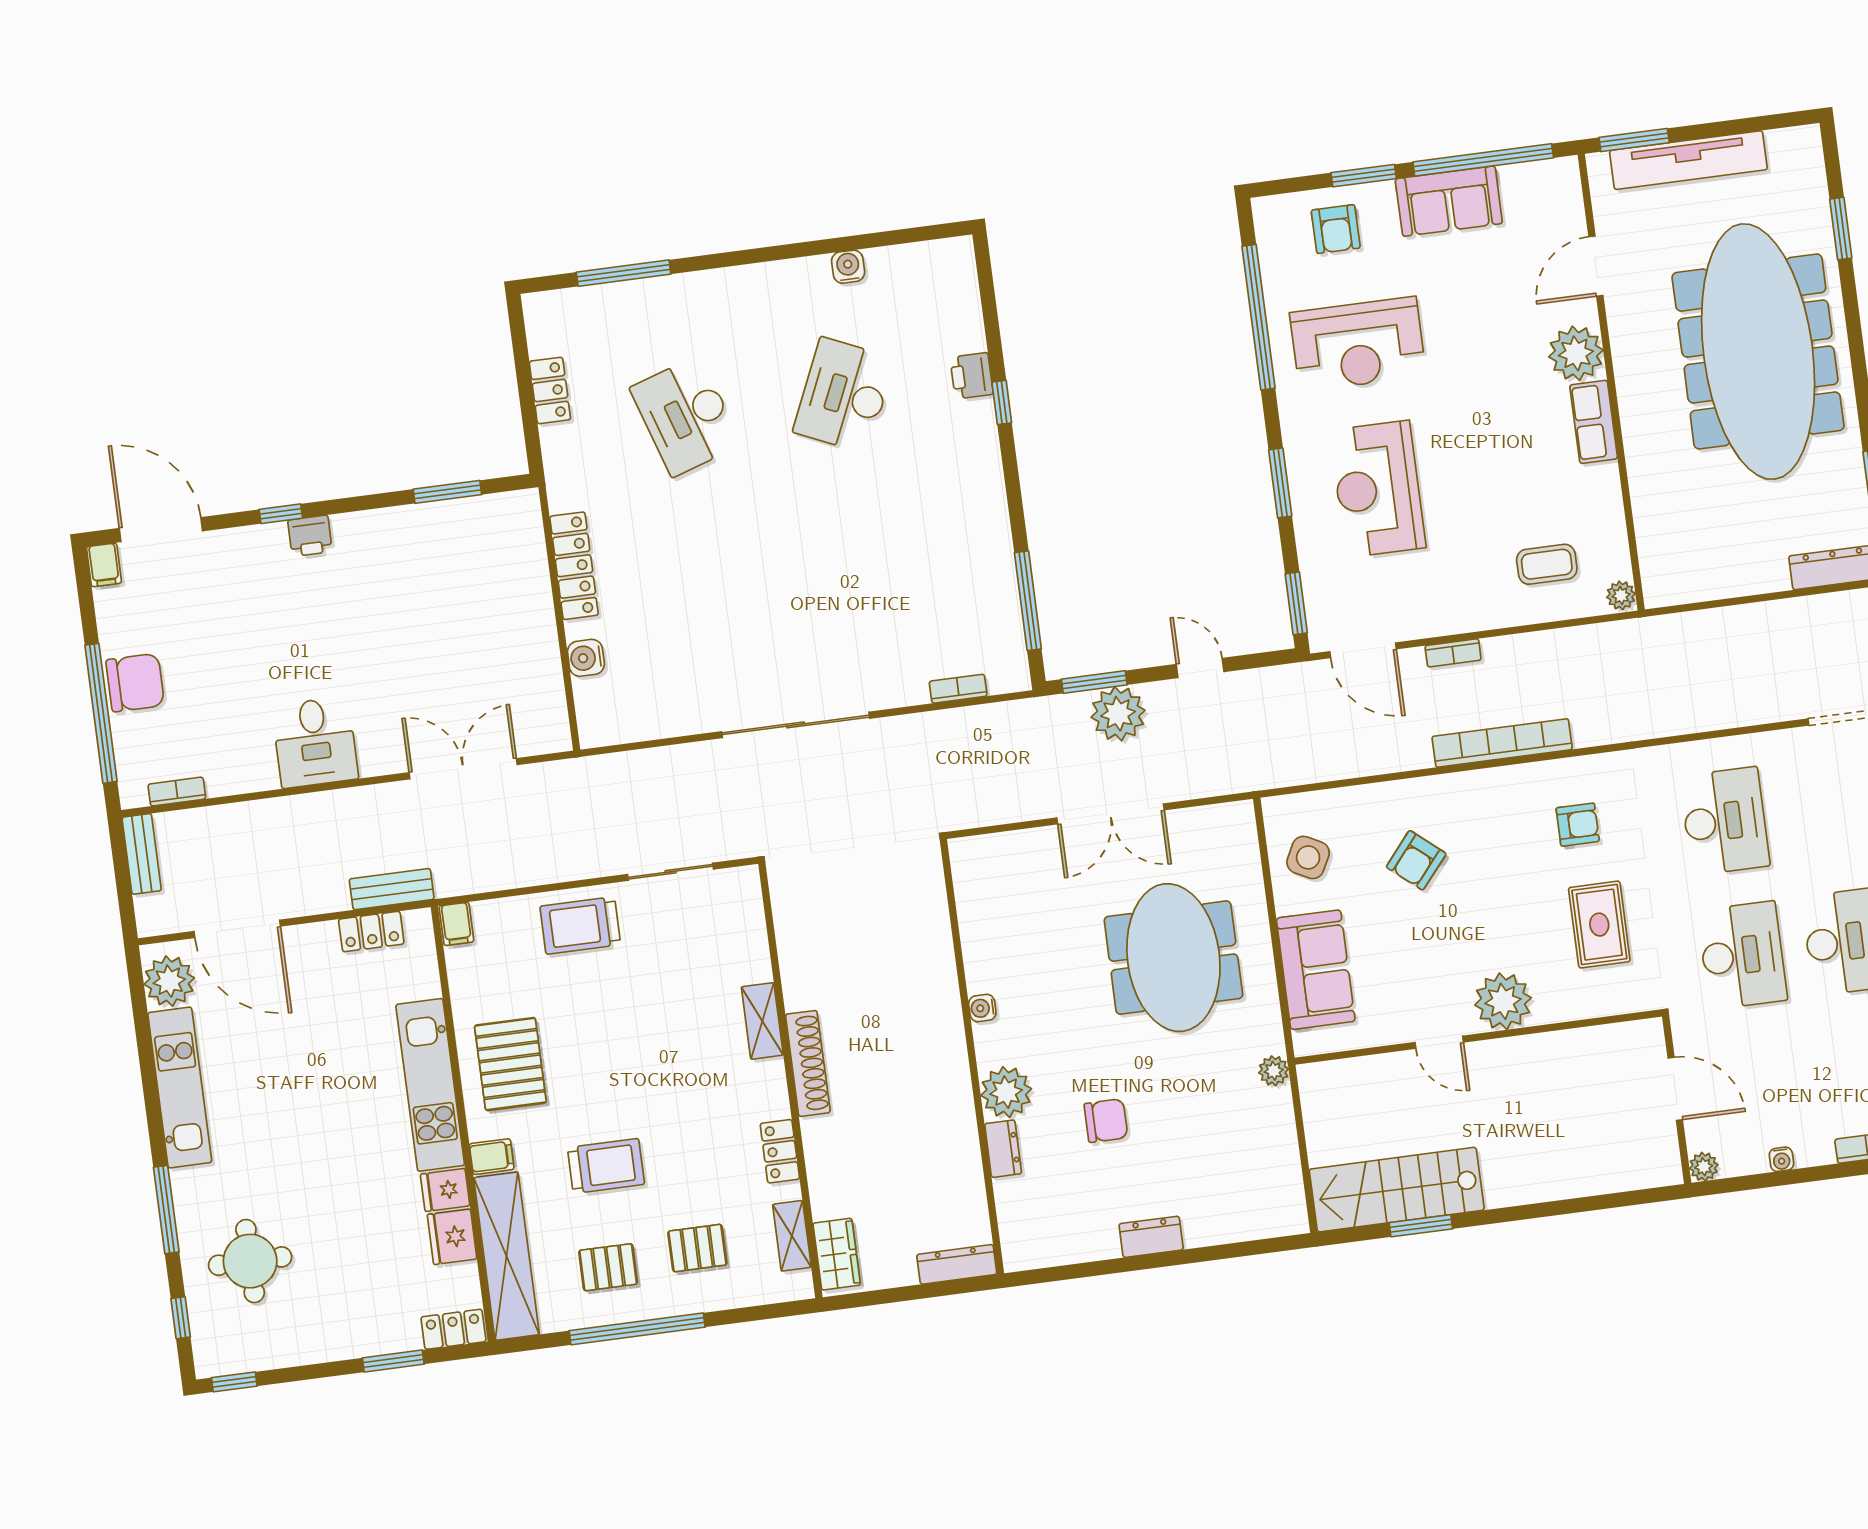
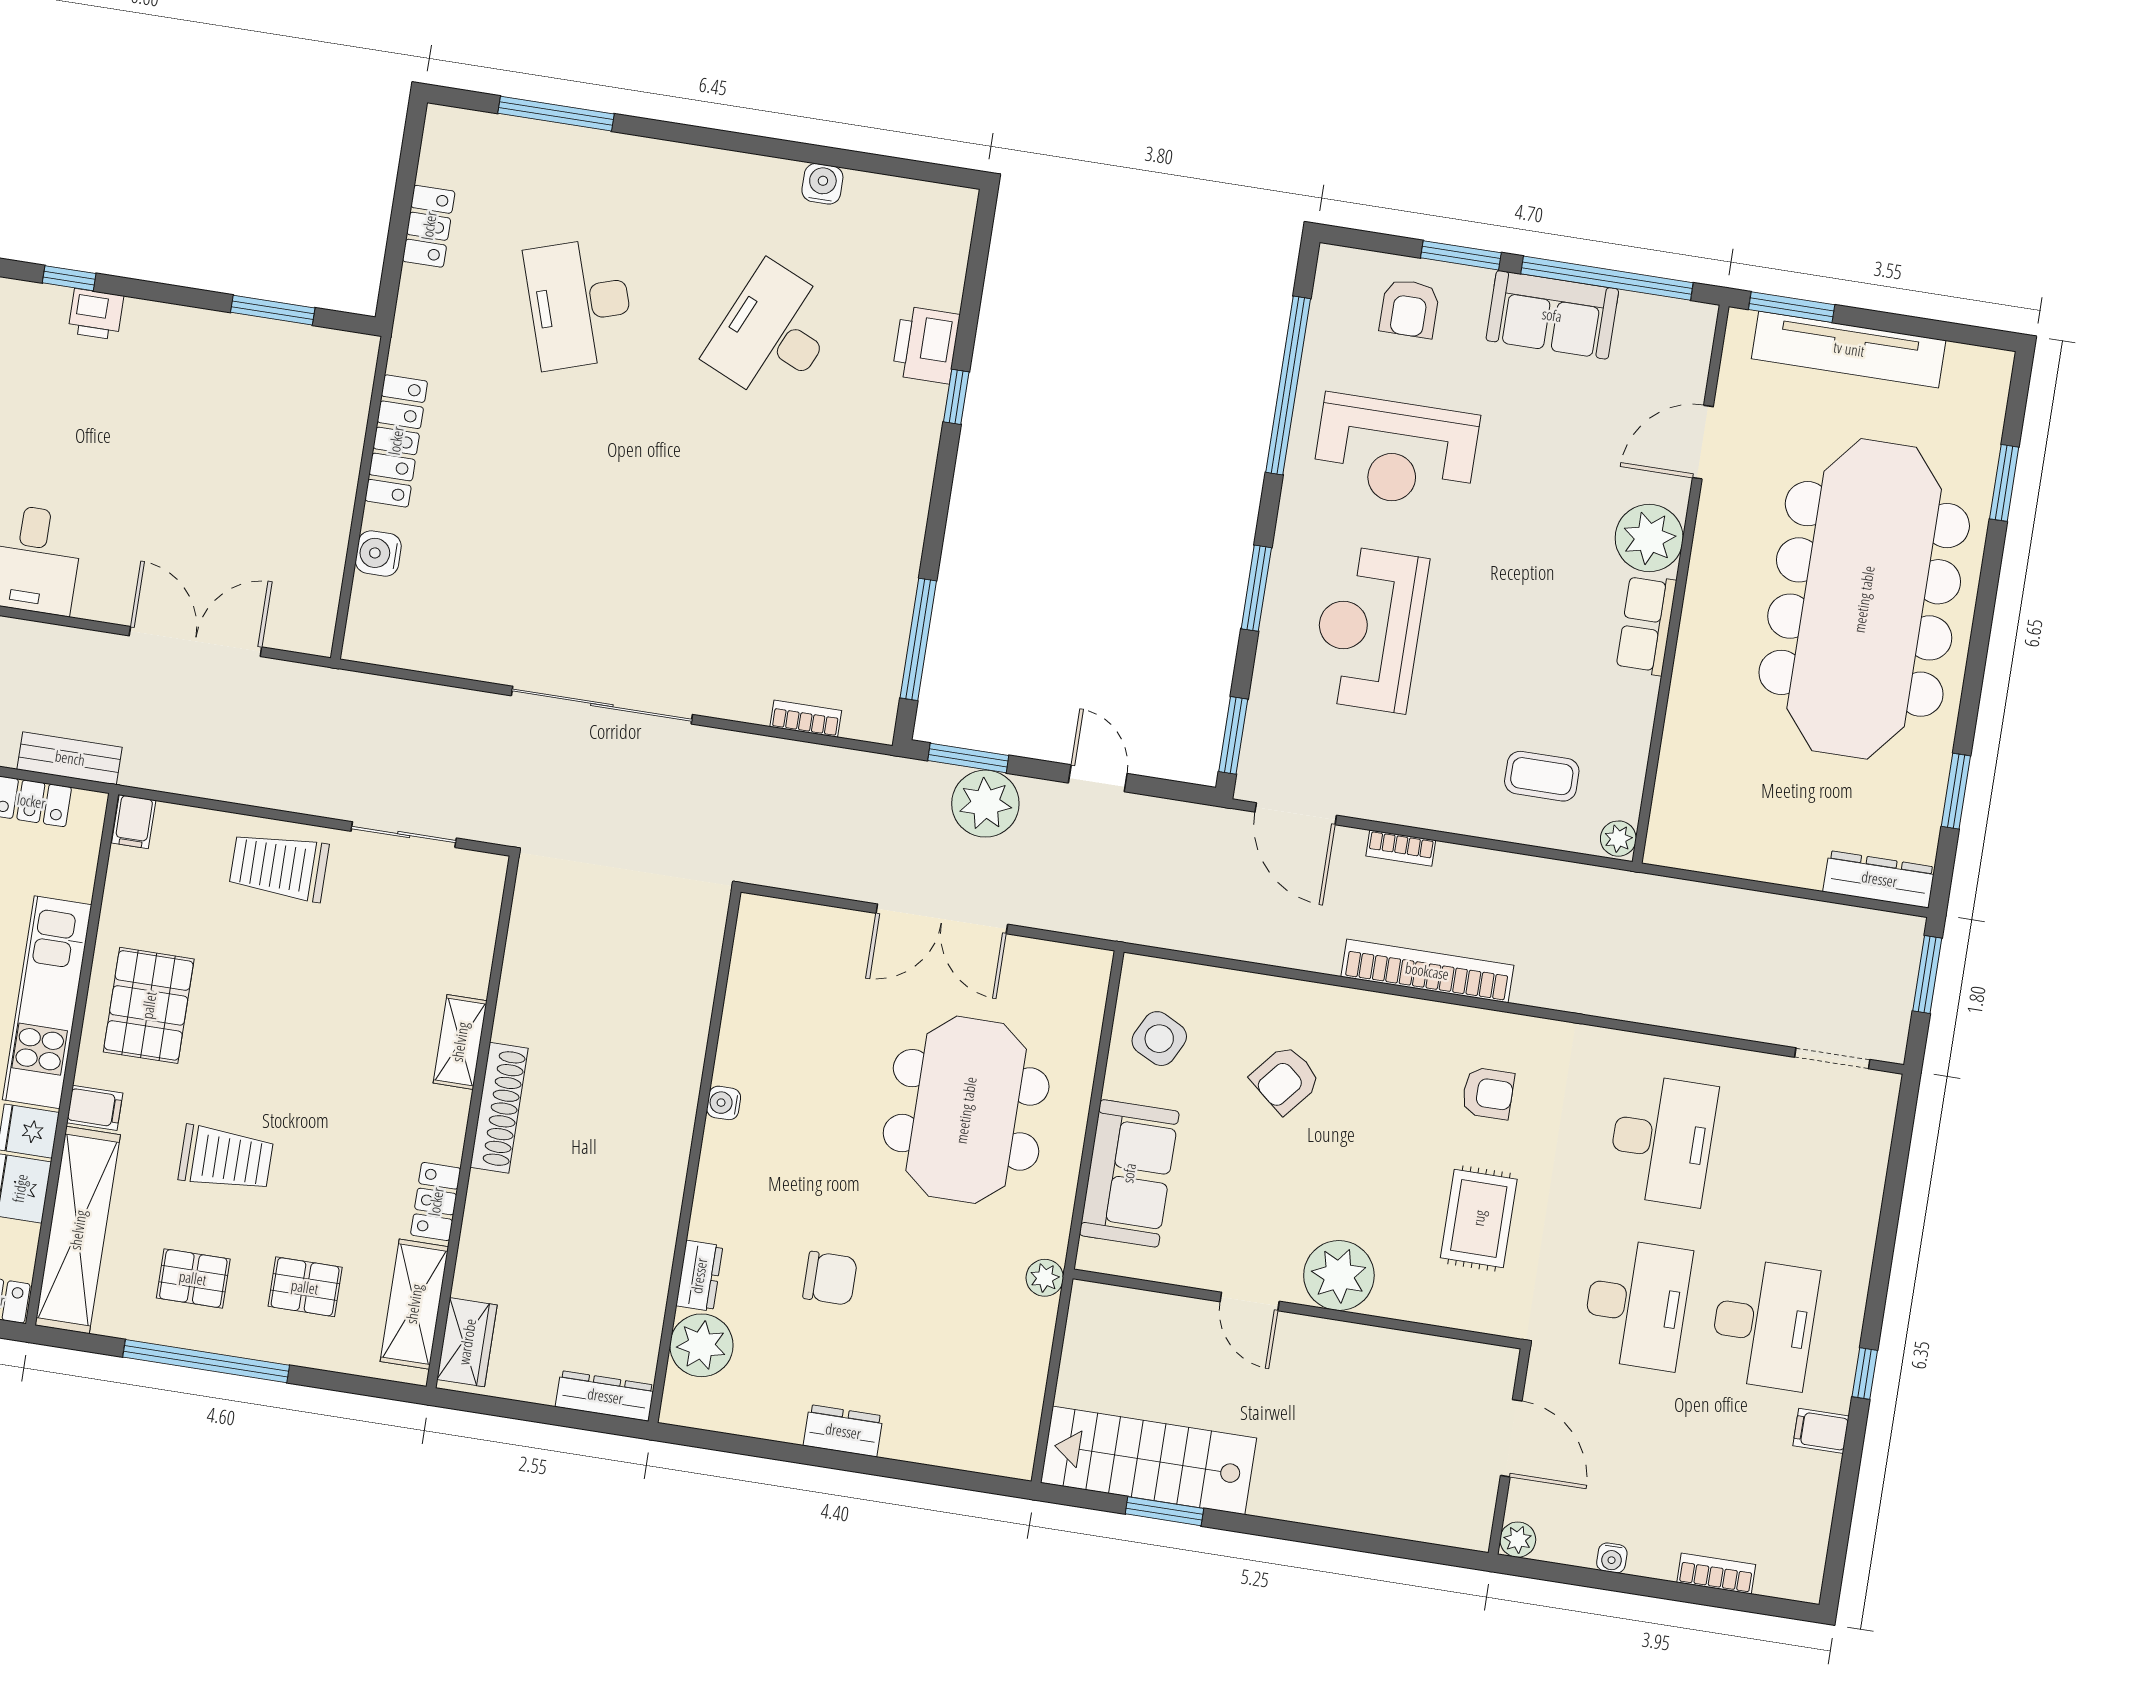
printer: (972, 376) -> (926, 345), width x1.36, depth x1.24
plant: (1006, 1092) -> (701, 1345), moved
shelving: (792, 1236) -> (414, 1304), width x1.50, depth x1.33

